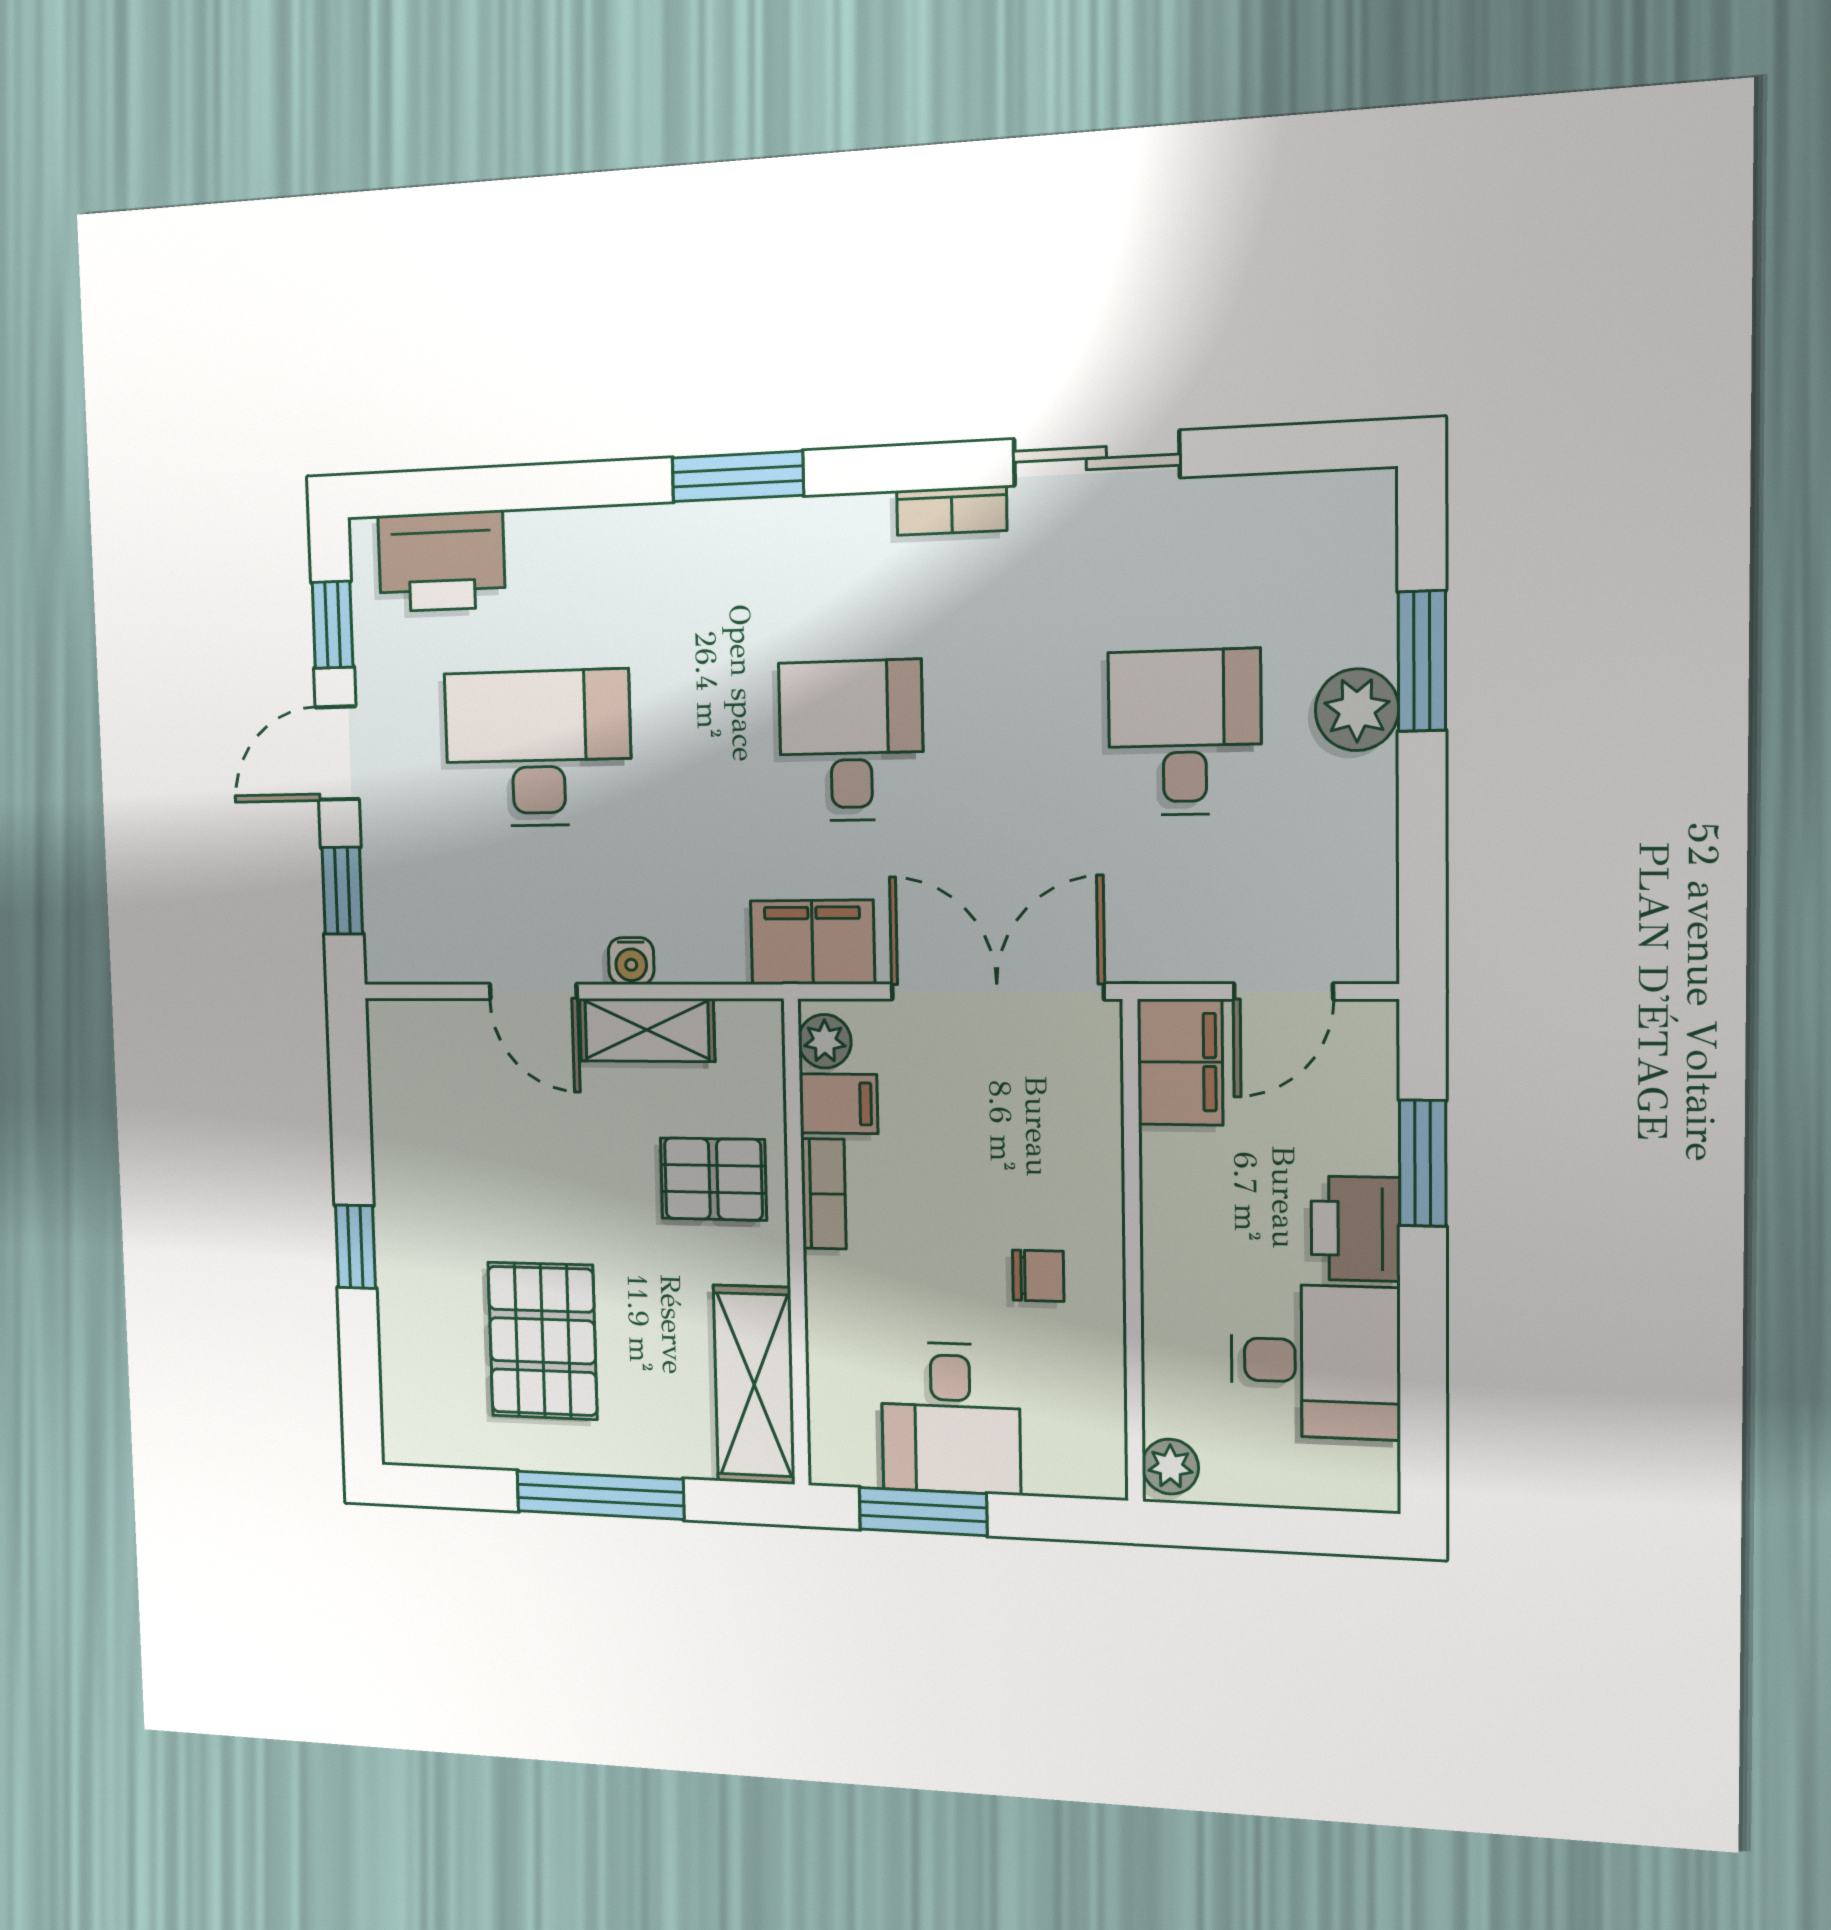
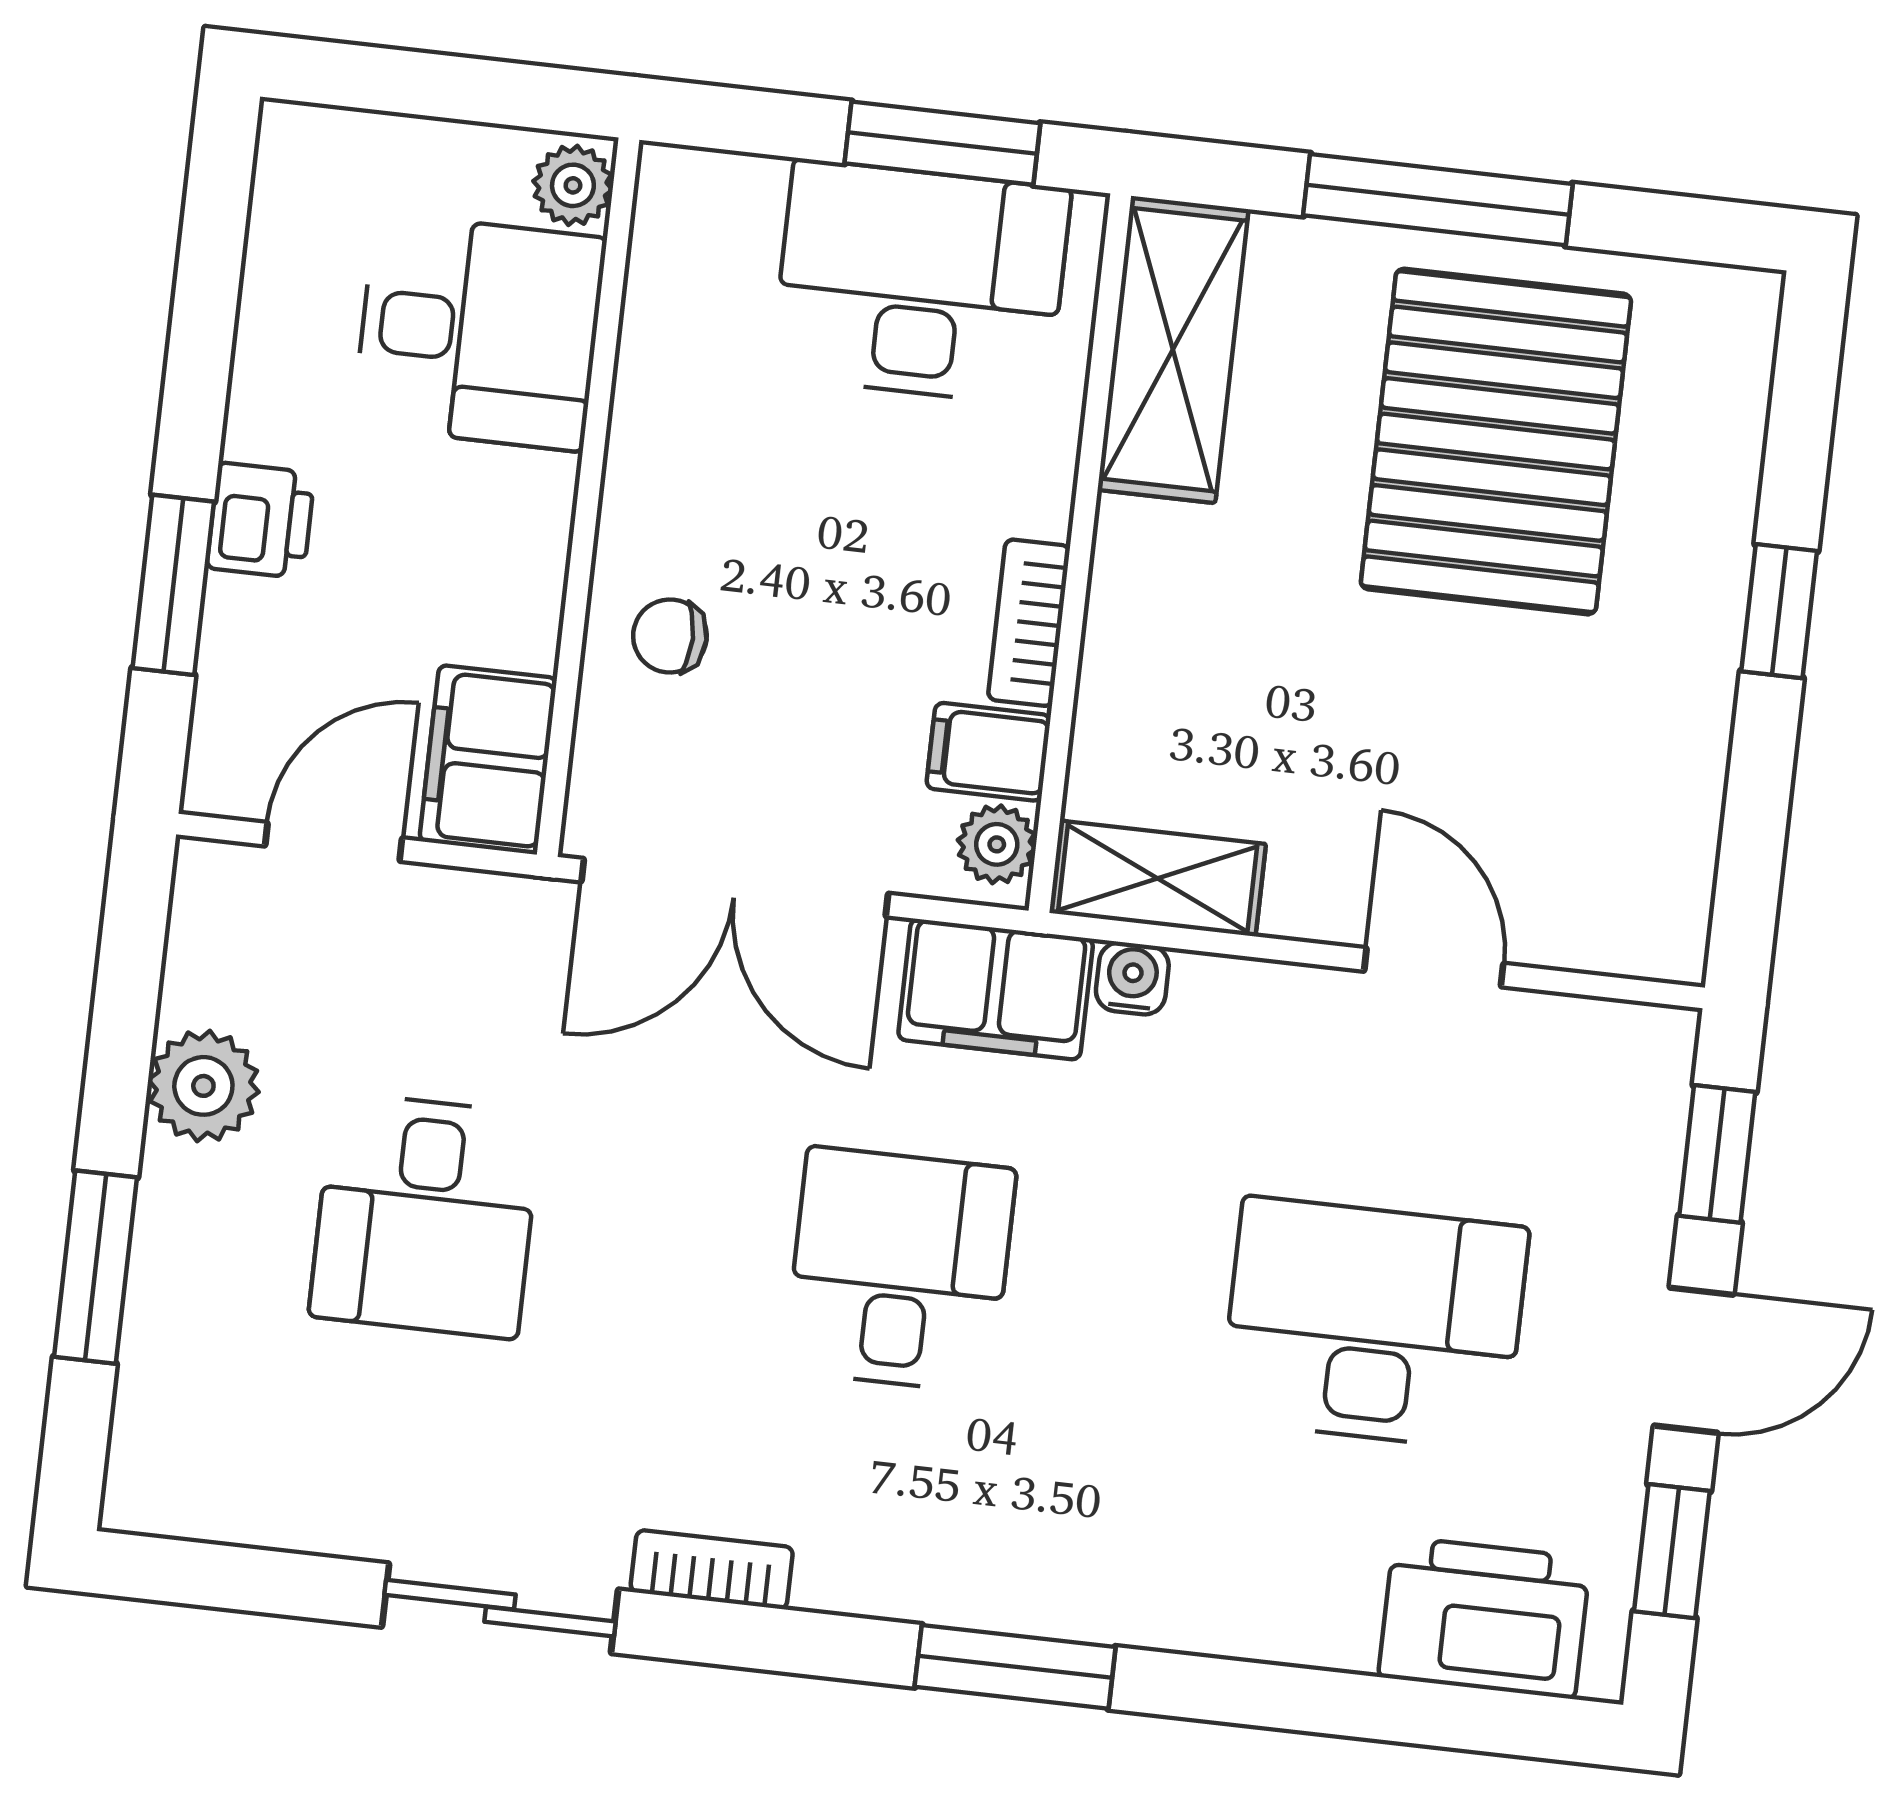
plant: (1357, 710) -> (203, 1086), moved
desk: (851, 741) -> (900, 1270), turned 180
desk: (538, 748) -> (1374, 1324), turned 180
water cooler: (631, 961) -> (1132, 978), moved
shelving: (647, 1030) -> (1158, 878), moved
pallet: (713, 1179) -> (1193, 660), removed
printer: (1356, 1229) -> (261, 520), width x0.73, depth x0.81
chair: (1038, 1276) -> (670, 636), moved
pallet: (542, 1341) -> (1496, 442), width x1.37, depth x1.41
desk: (1315, 1361) -> (479, 332), moved, turned 180
desk: (951, 1418) -> (921, 283), width x1.37

